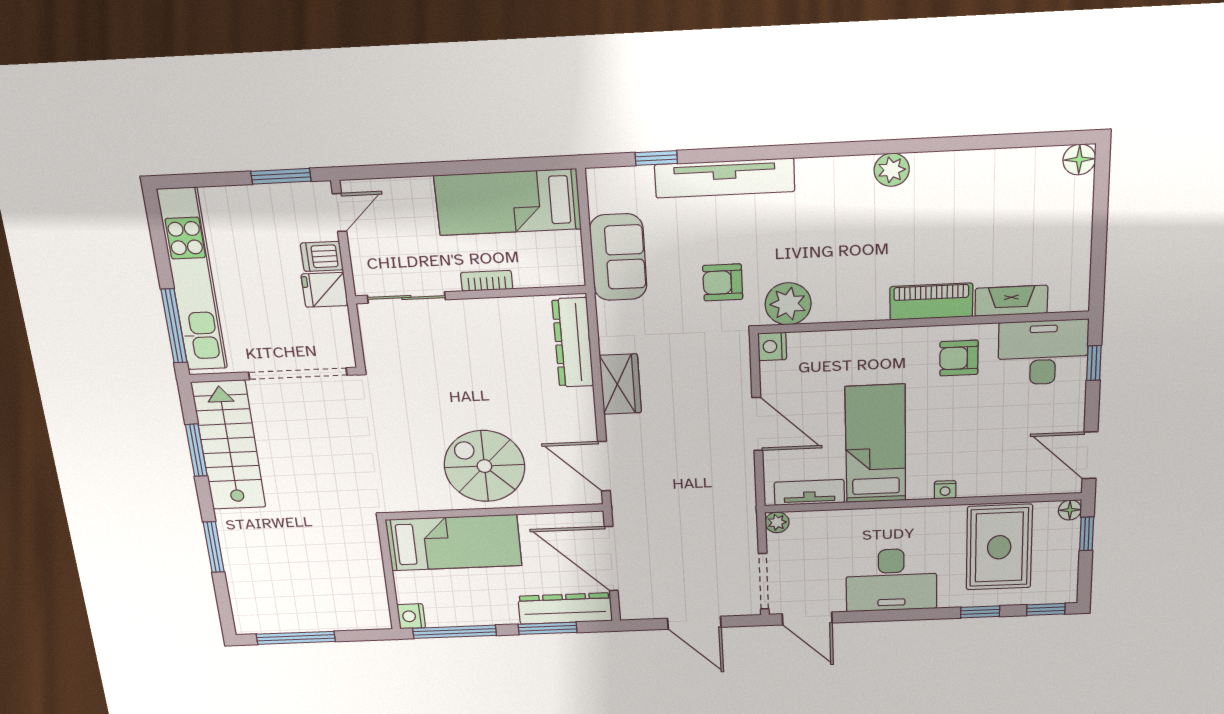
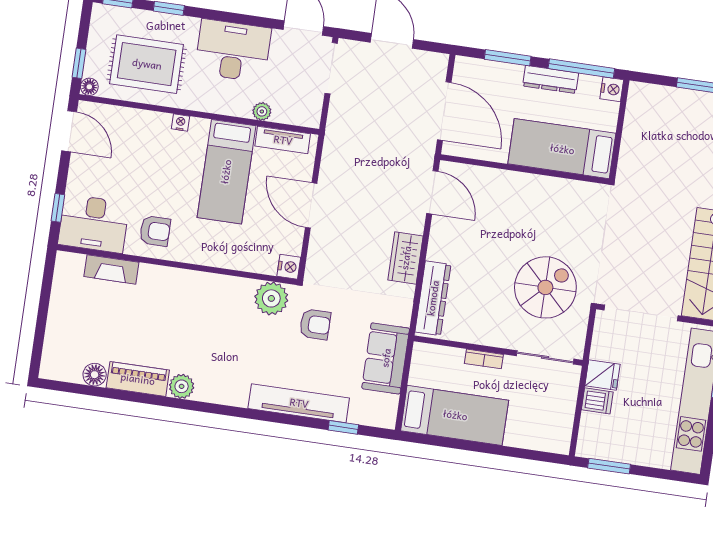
floor lamp: (1079, 159) -> (95, 375), moved
door: (340, 213) -> (575, 431), removed
piano: (931, 302) -> (138, 379), moved, turned 180
spiral stairs: (484, 466) -> (545, 287), moved, turned -90
plant: (777, 522) -> (262, 111), moved
rug: (999, 547) -> (147, 64), turned 90
dresser: (565, 608) -> (551, 79), moved, width x0.73, depth x0.80

